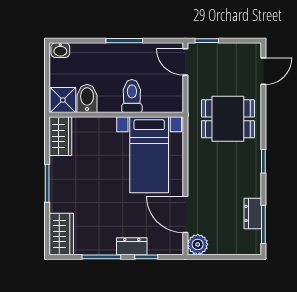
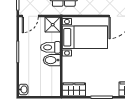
bidet: (87, 98) -> (52, 60), moved
shower: (63, 100) -> (53, 25), moved

